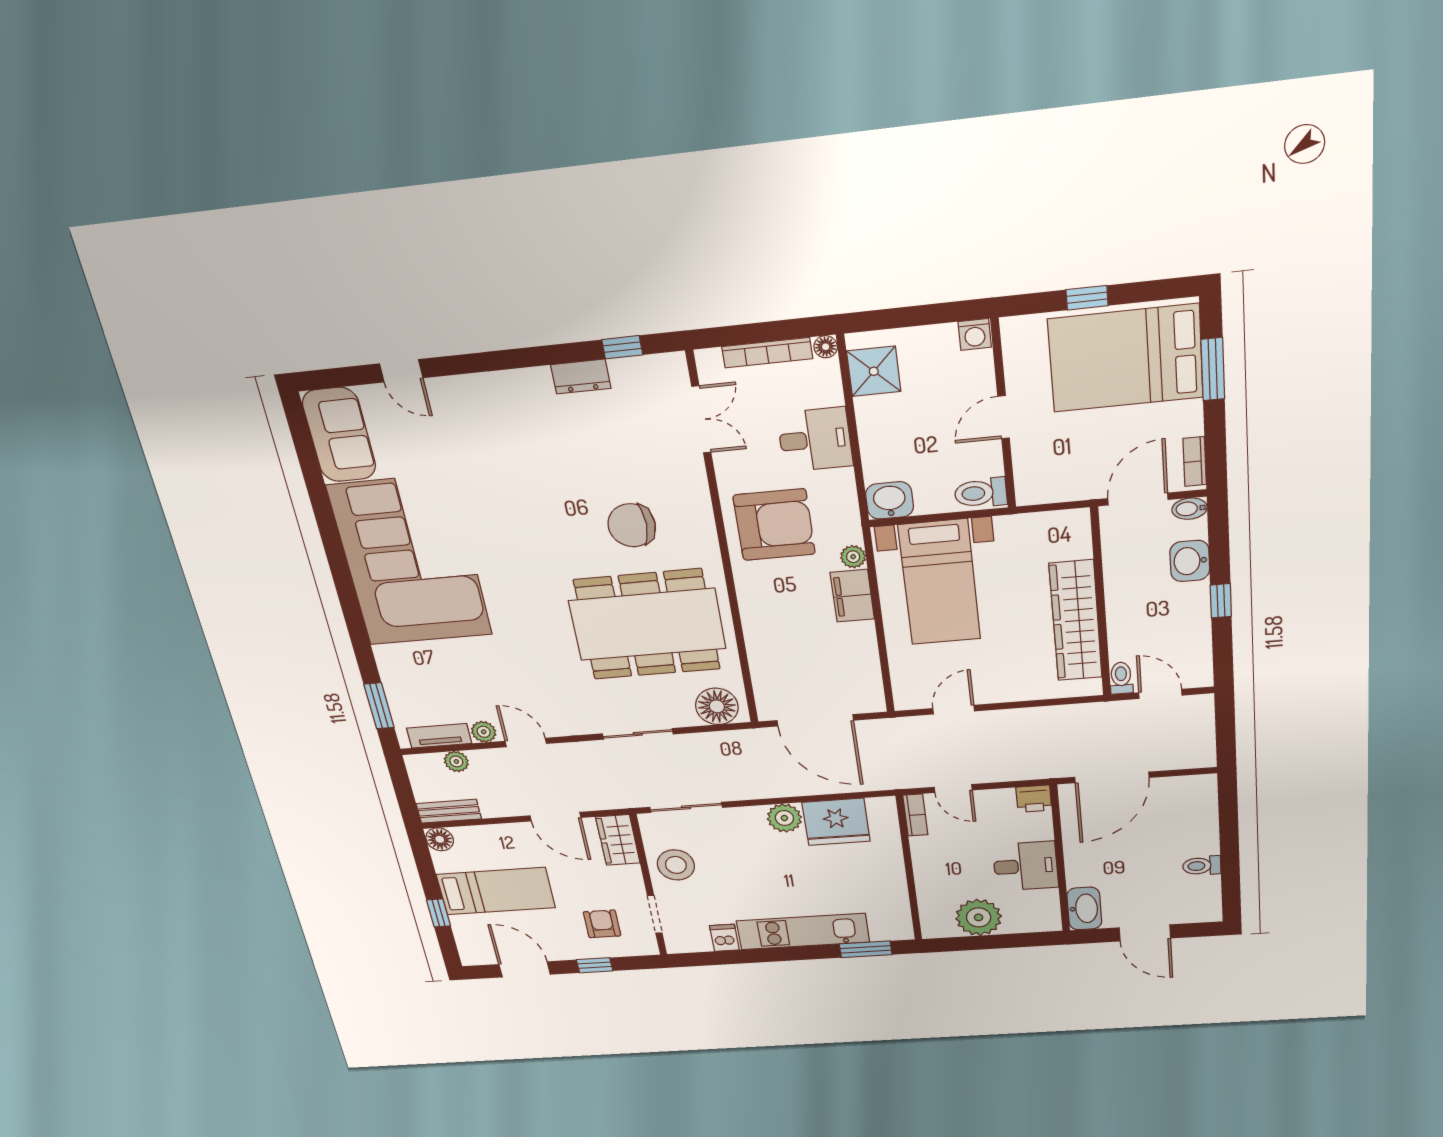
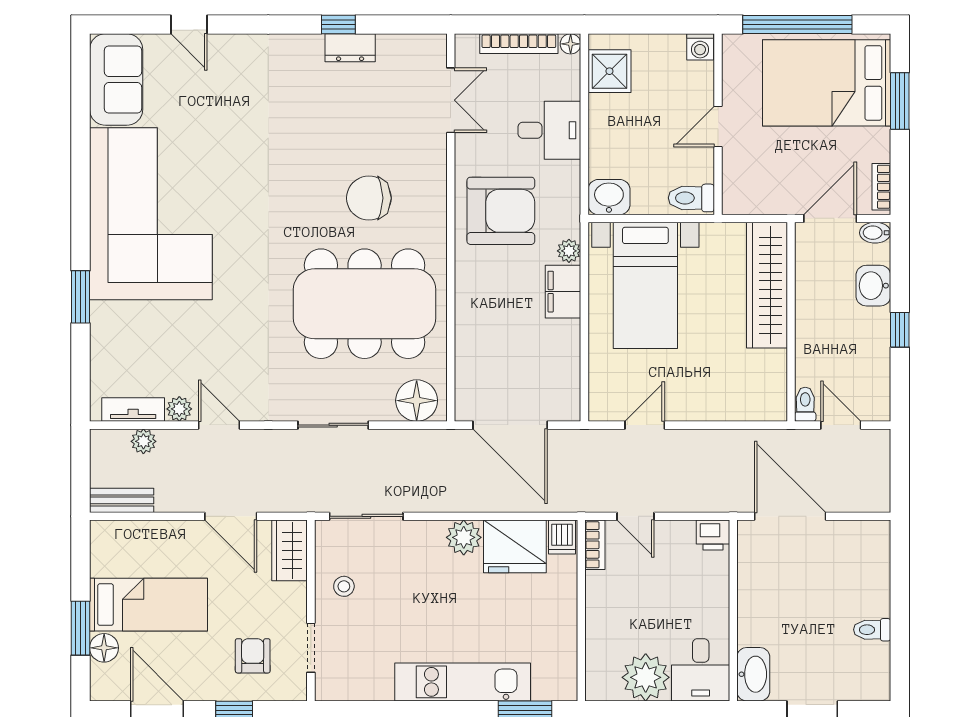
window: (1087, 298) -> (797, 25), width x3.17
window: (622, 347) -> (338, 25), moved
wardrobe: (1076, 621) -> (767, 285), moved
window: (379, 706) -> (81, 297), moved
door: (1112, 777) -> (790, 516), swing flipped
floor lamp: (440, 839) -> (104, 648), moved
stool: (676, 865) -> (344, 586), width x0.53, depth x0.53
desk: (1026, 866) -> (701, 670), moved, turned 90
window: (439, 913) -> (81, 628), width x1.50
dishwasher: (724, 938) -> (562, 537), moved, turned 180

